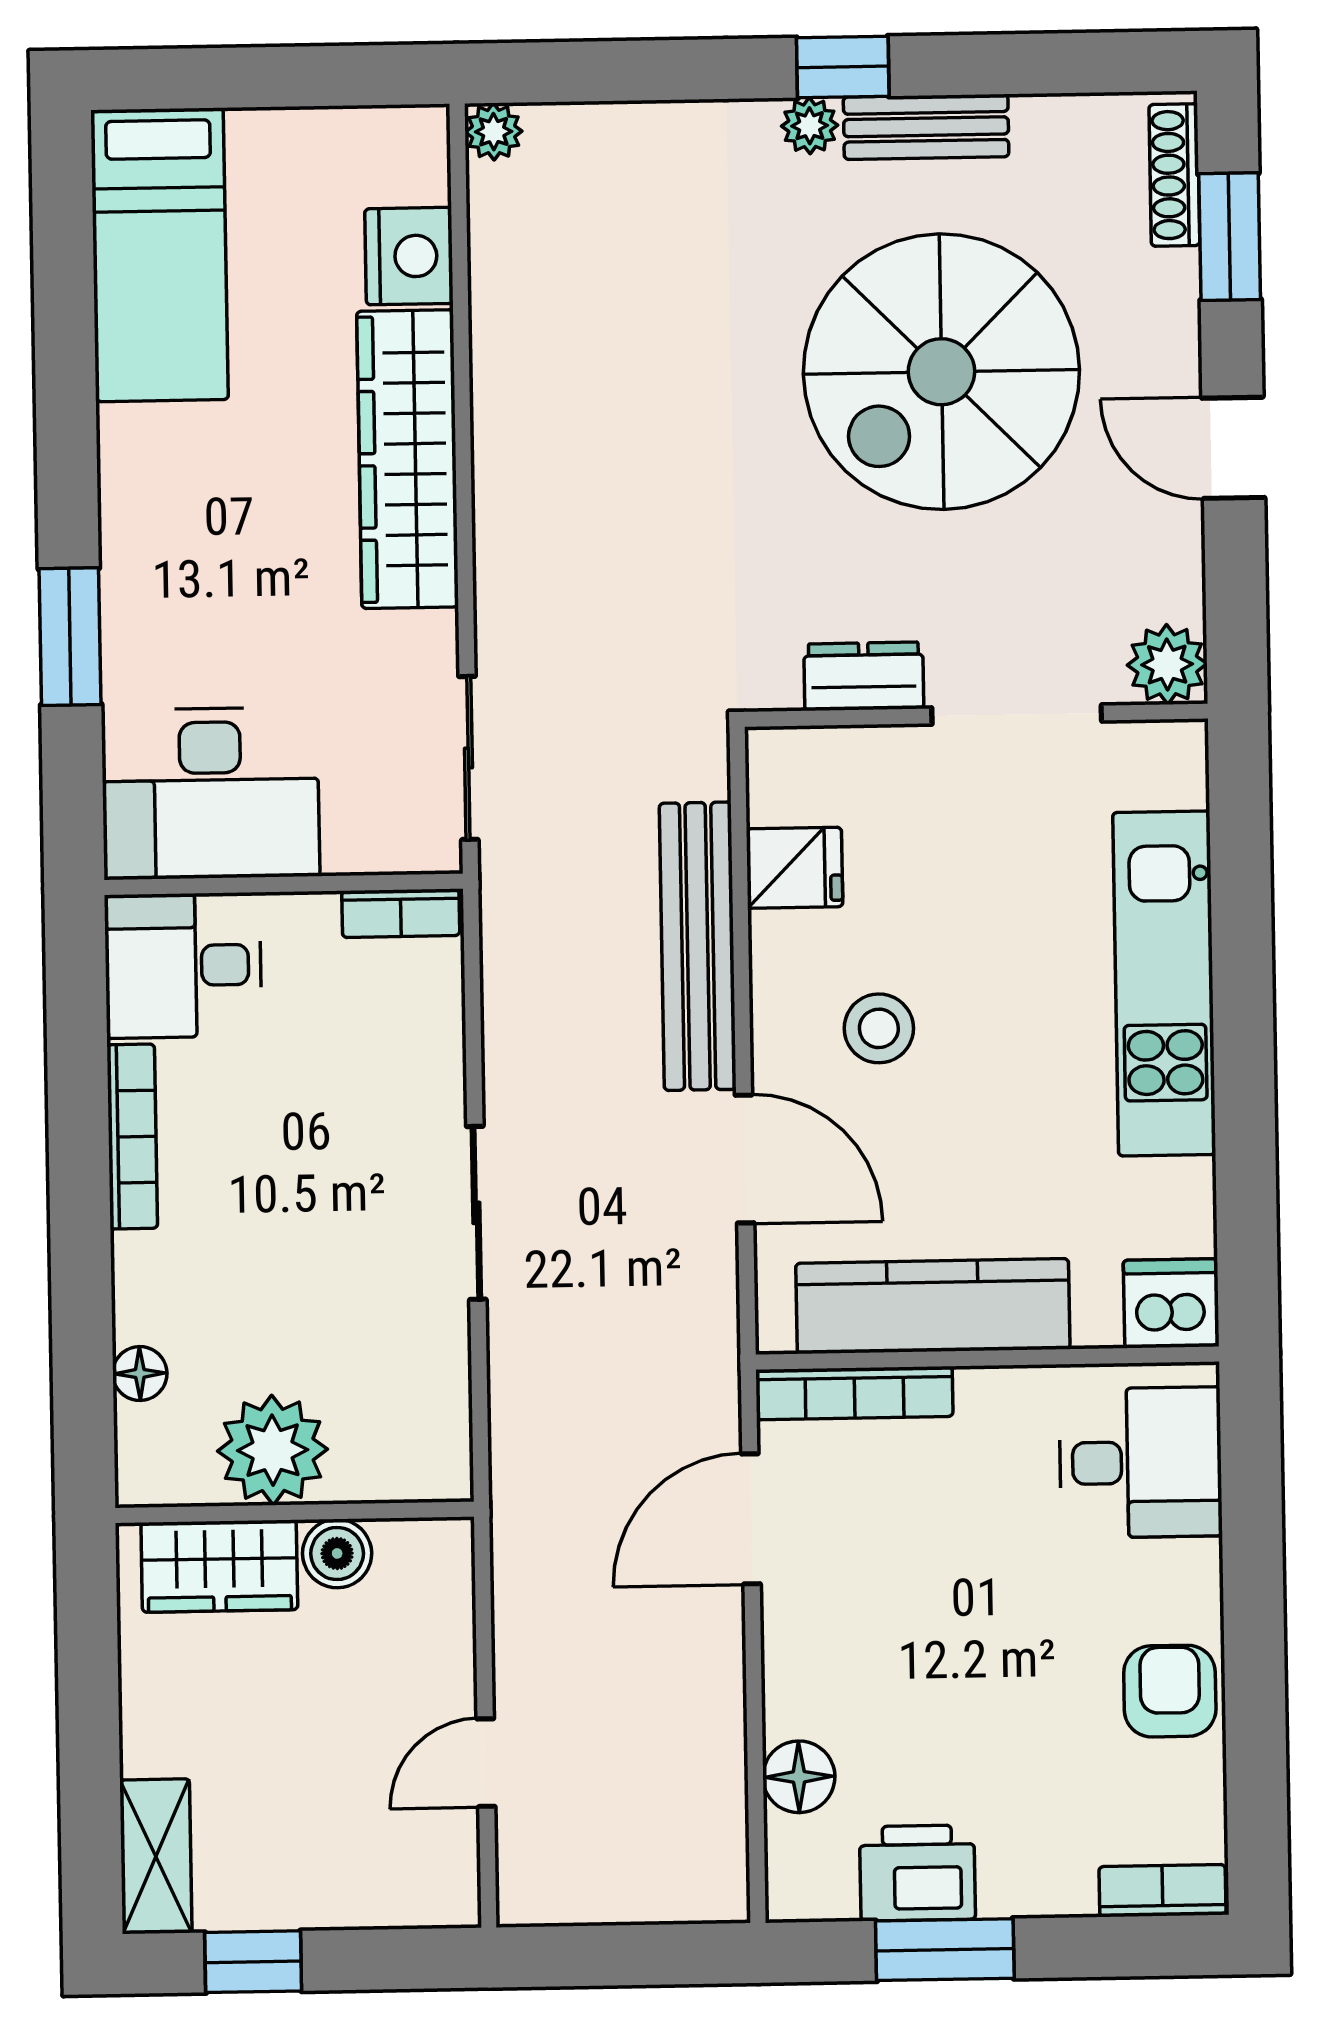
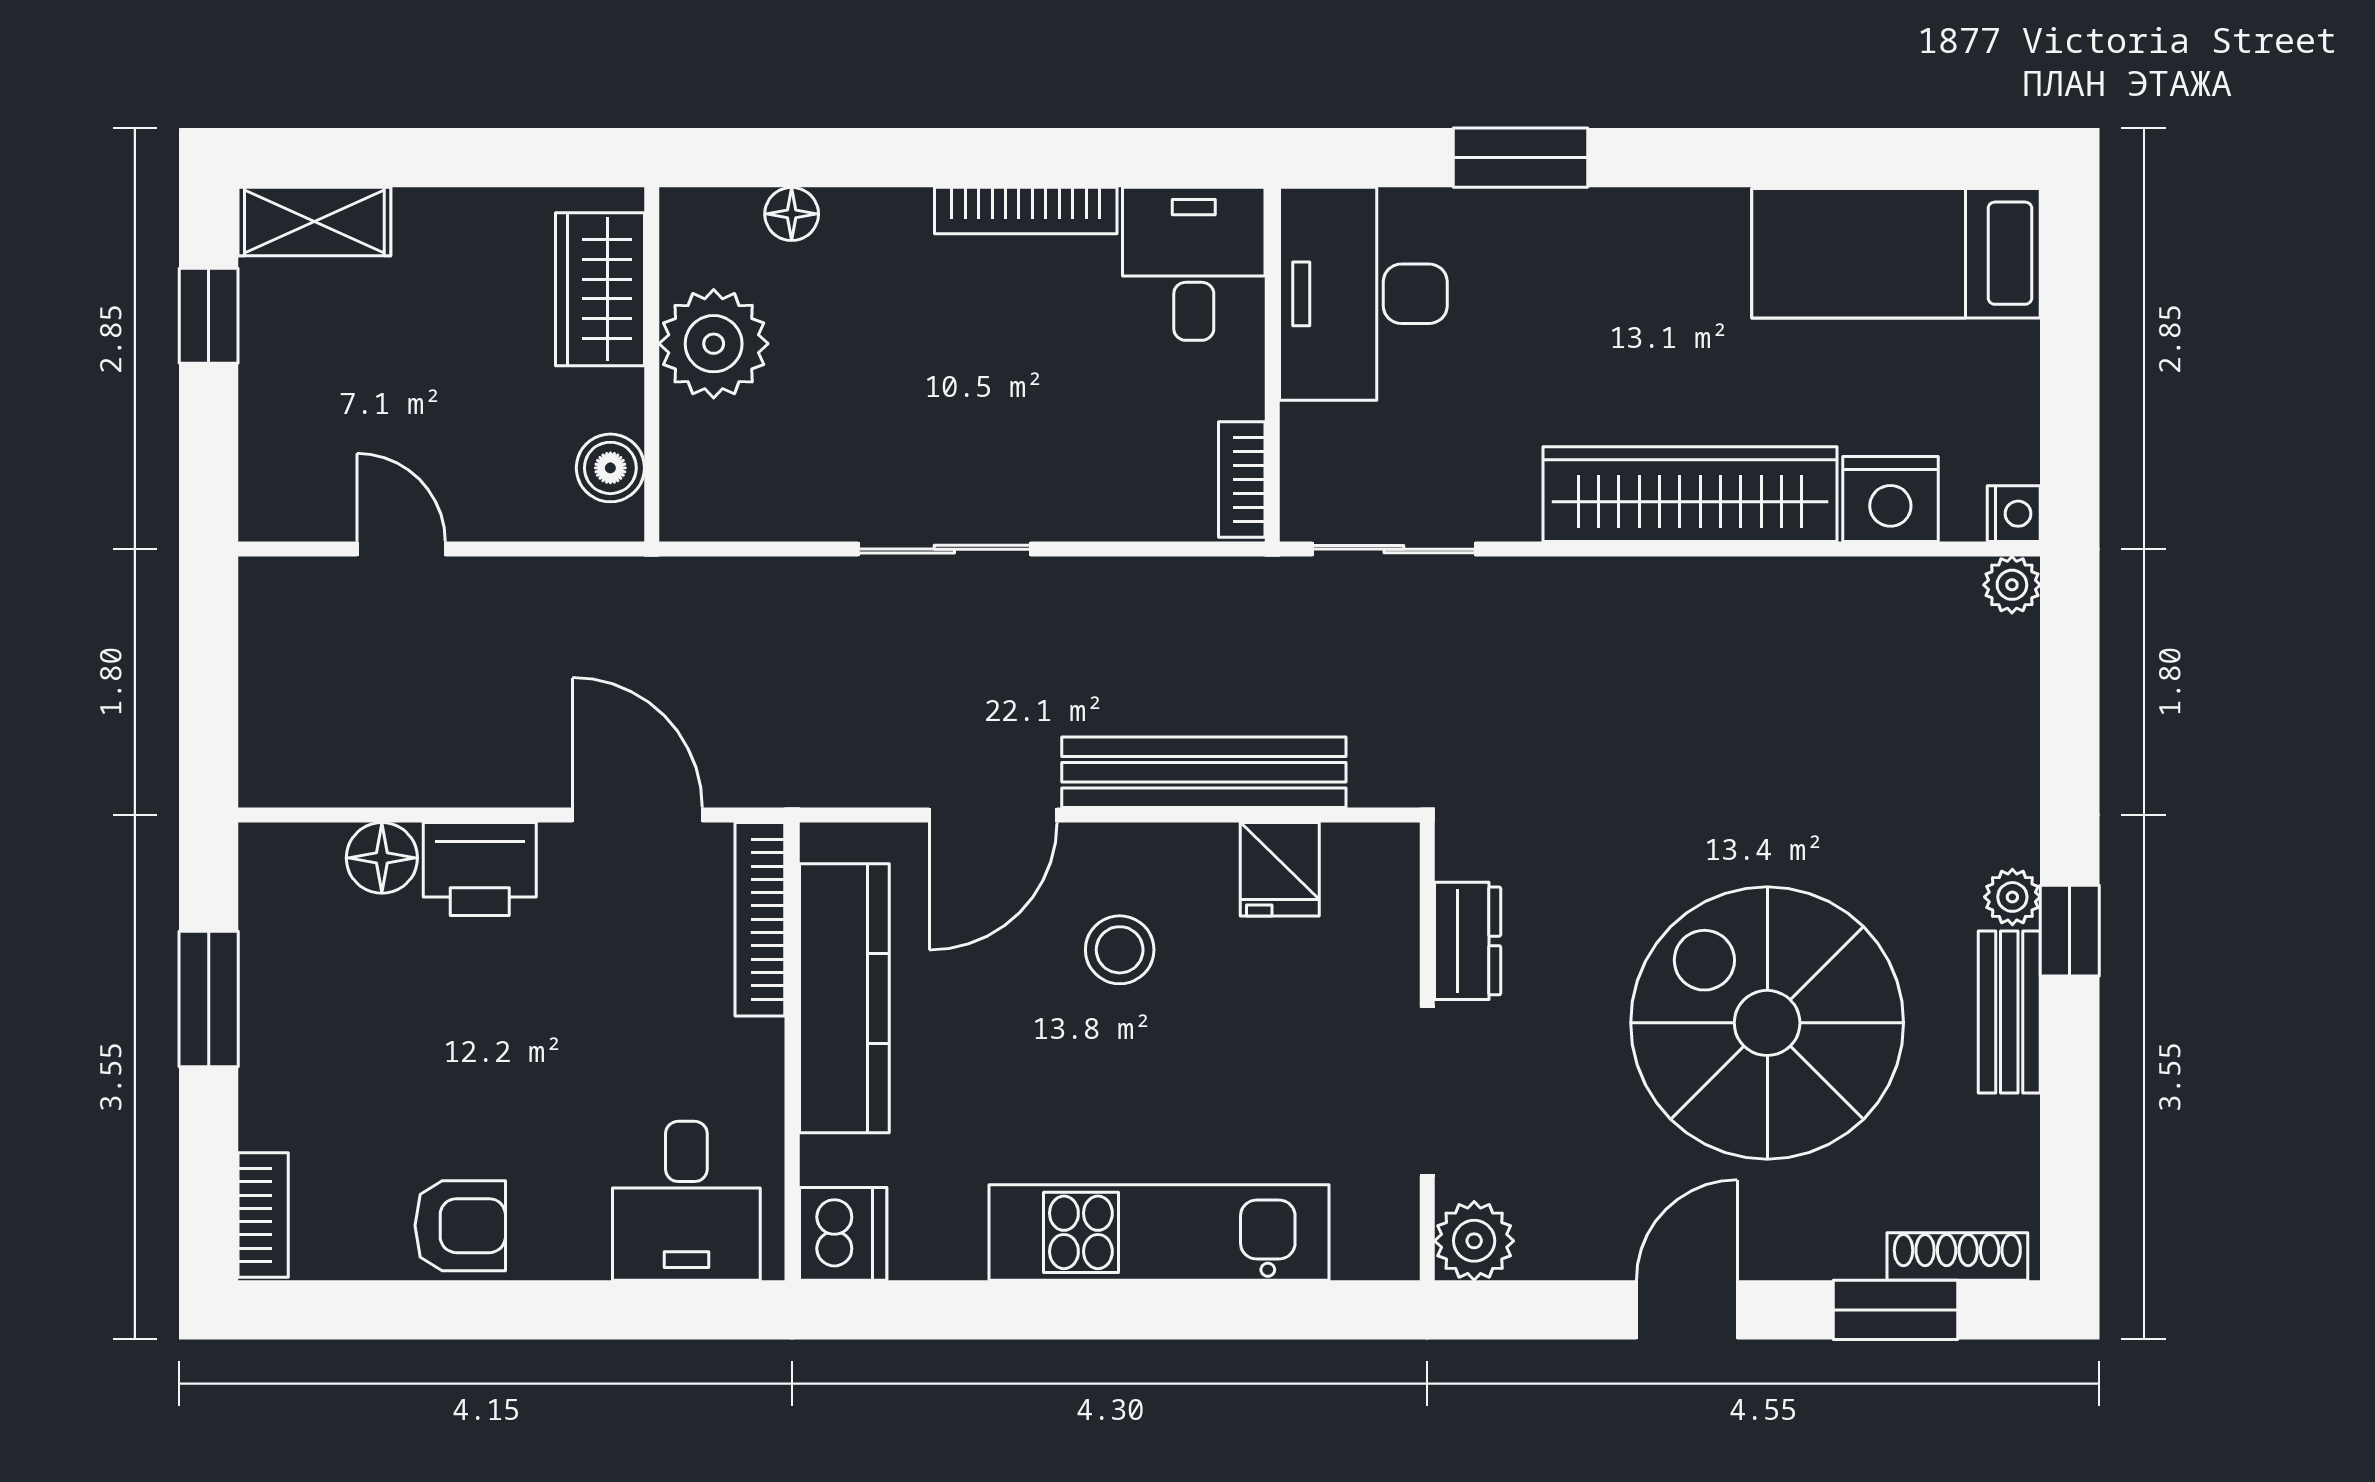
nightstand: (422, 131) -> (2014, 514), added
boiler: (337, 1553) -> (610, 468), moved
printer: (917, 1873) -> (480, 869), moved, turned 90

